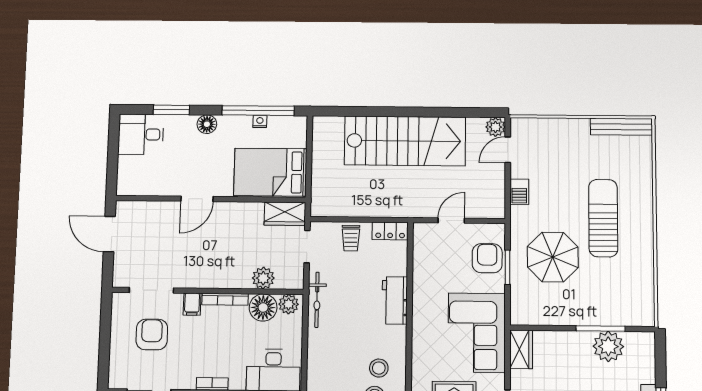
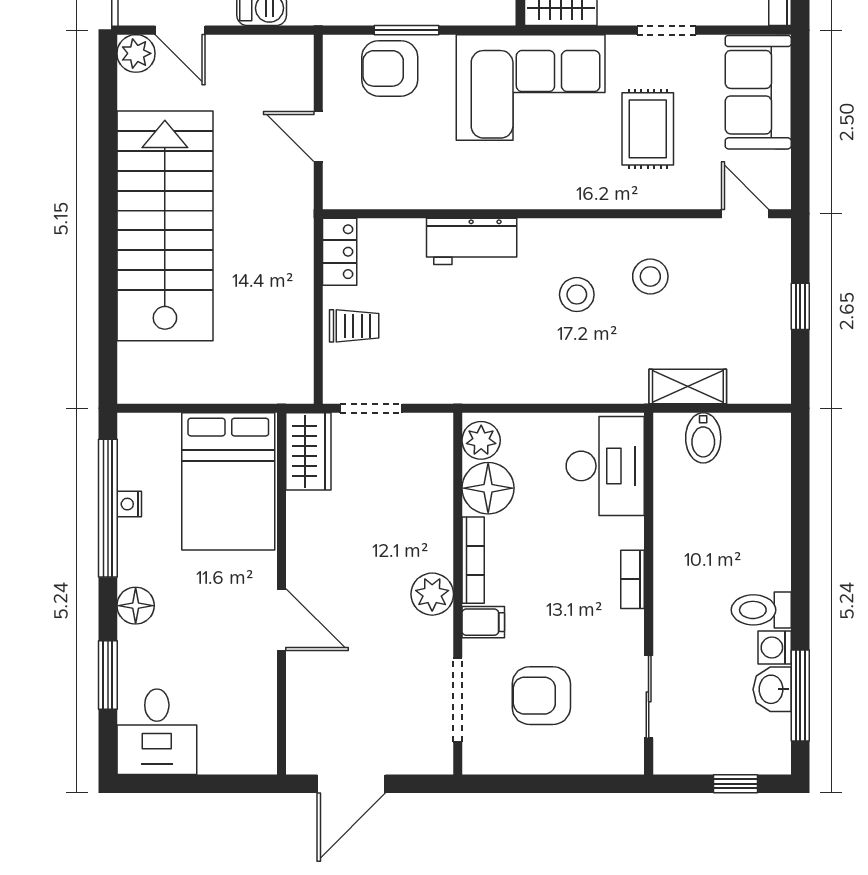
plant: (263, 278) -> (432, 594), moved
bicycle: (317, 300) -> (472, 387), removed
stool: (379, 368) -> (577, 295), moved

